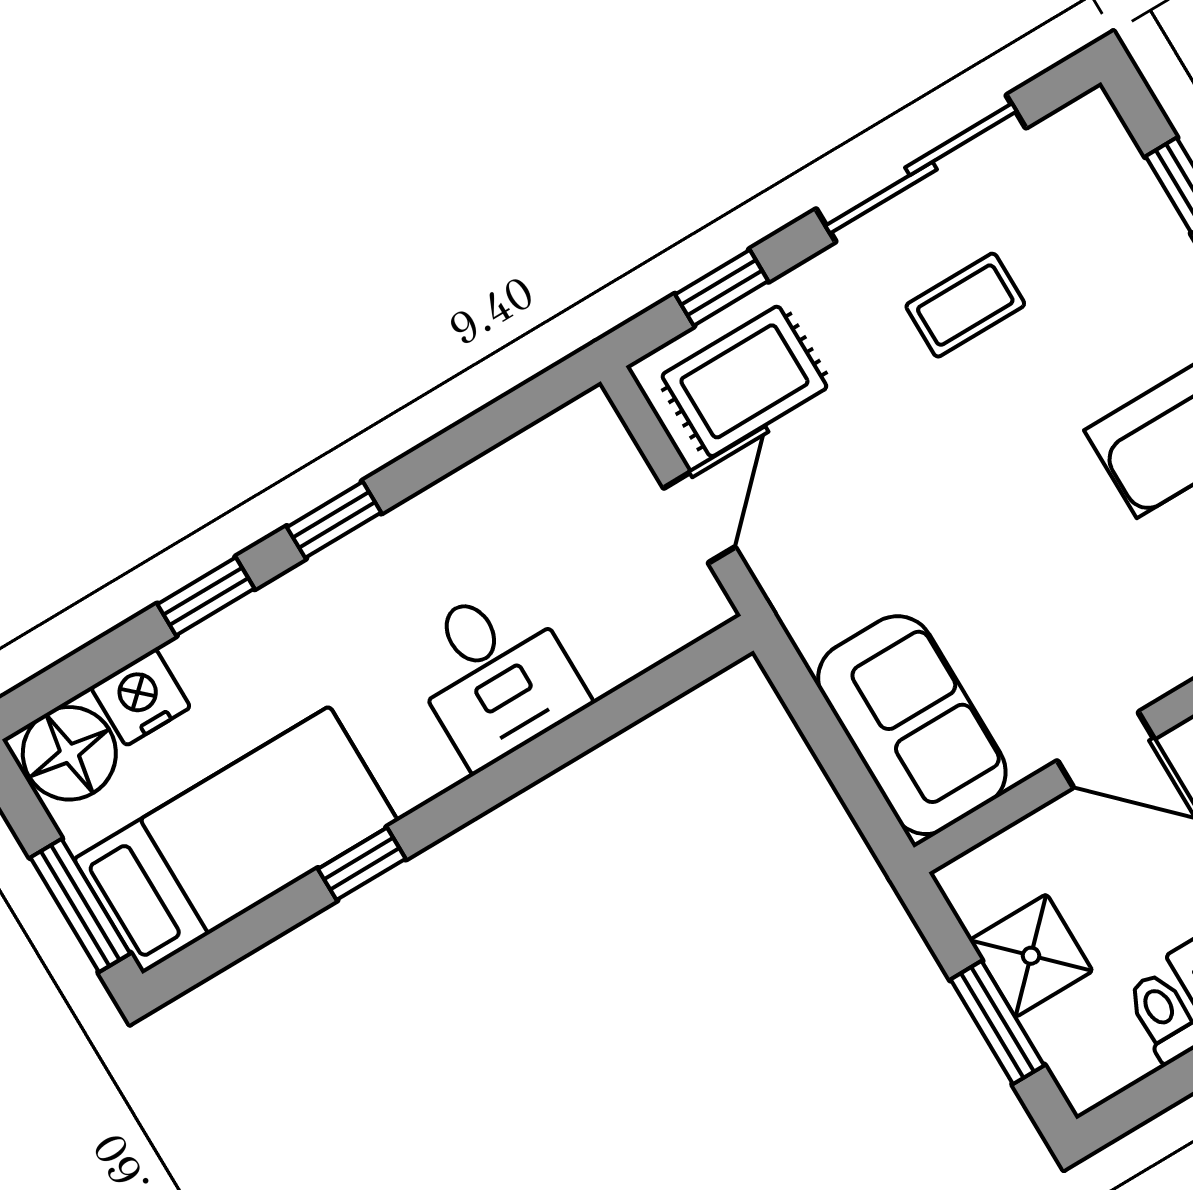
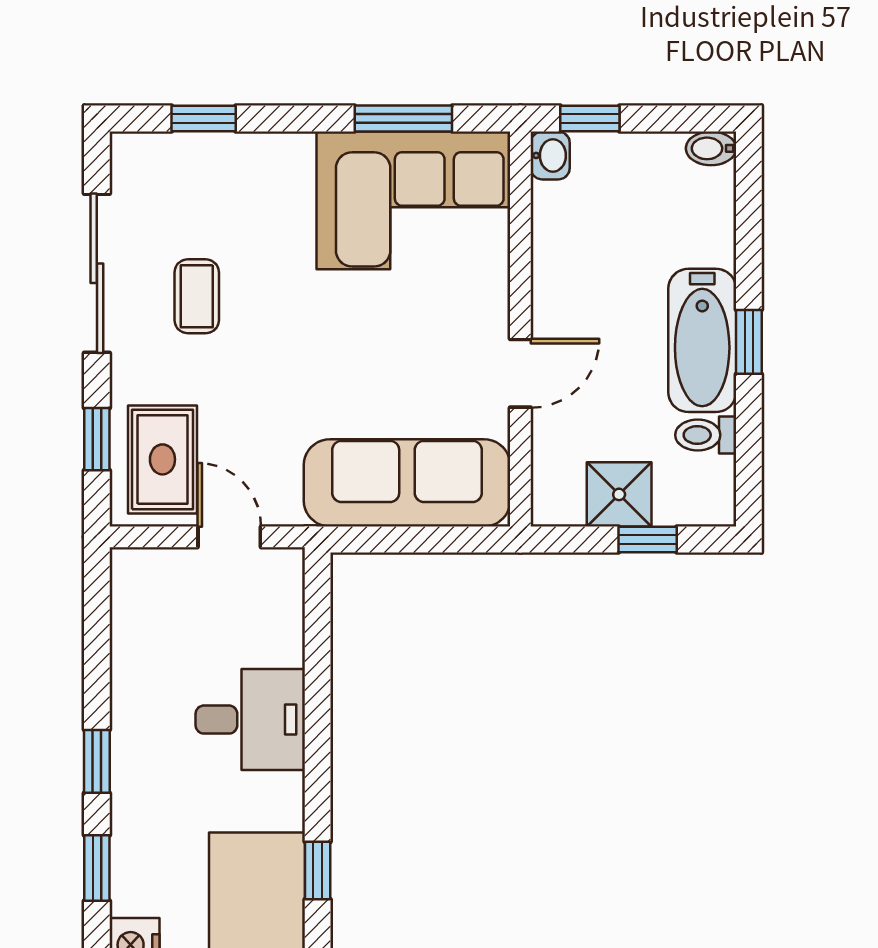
sofa: (912, 725) -> (407, 483), width x1.36
window: (997, 1023) -> (648, 540), width x0.67

